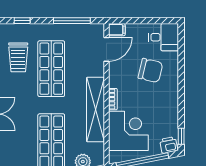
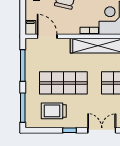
window: (22, 21) -> (23, 108), width x2.17
trolley: (18, 57) -> (54, 111), turned 180

